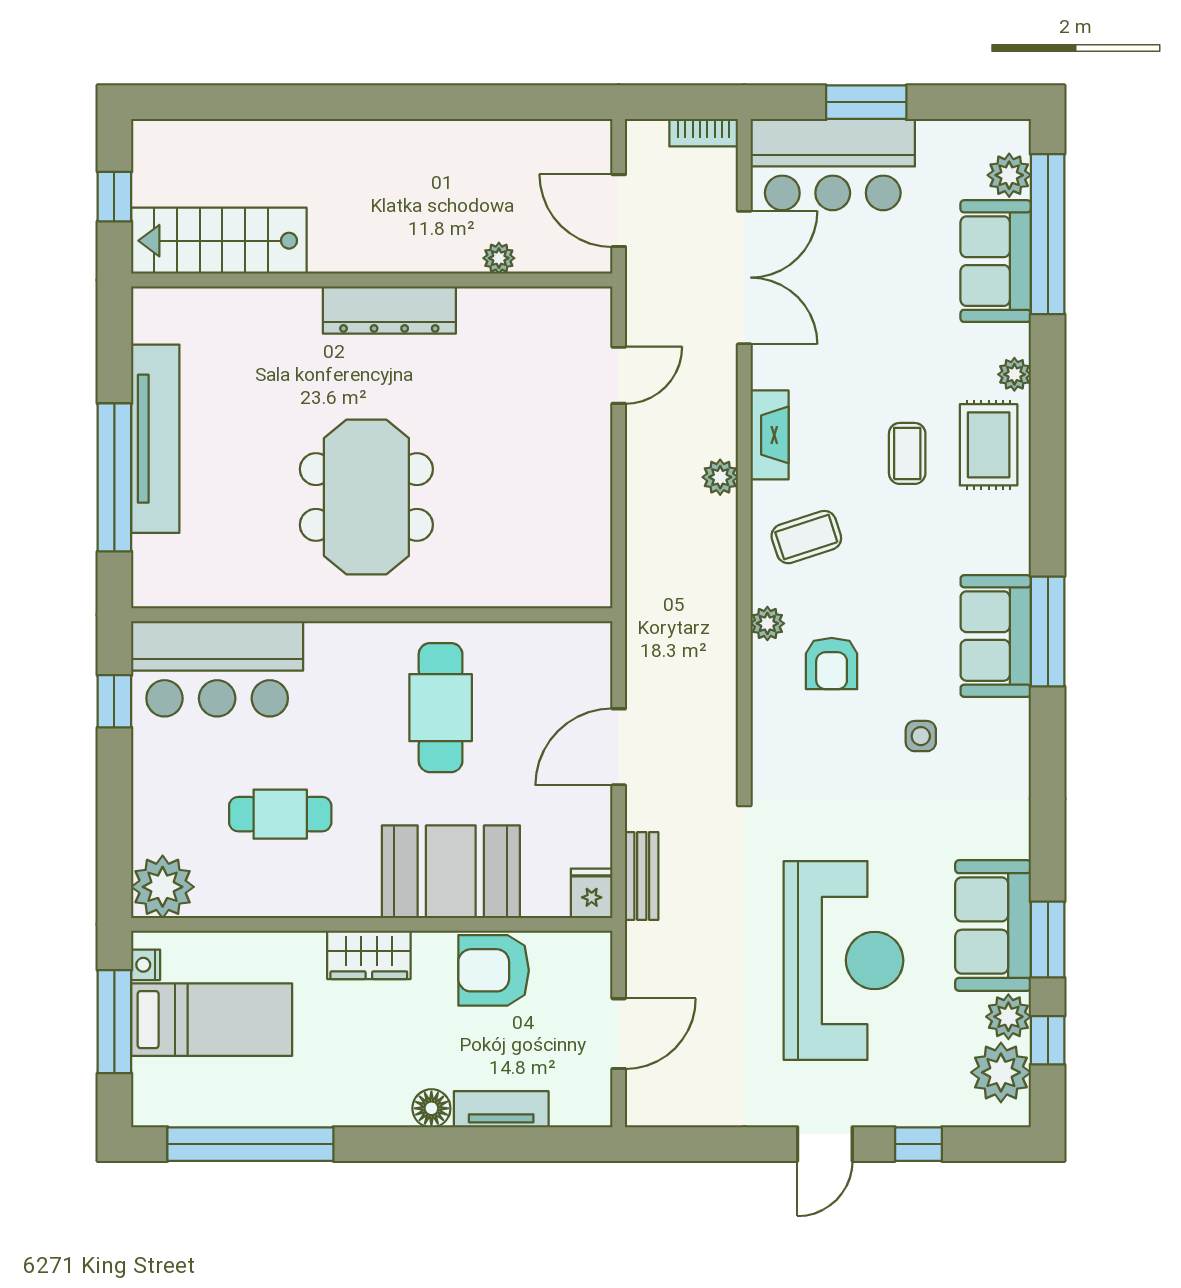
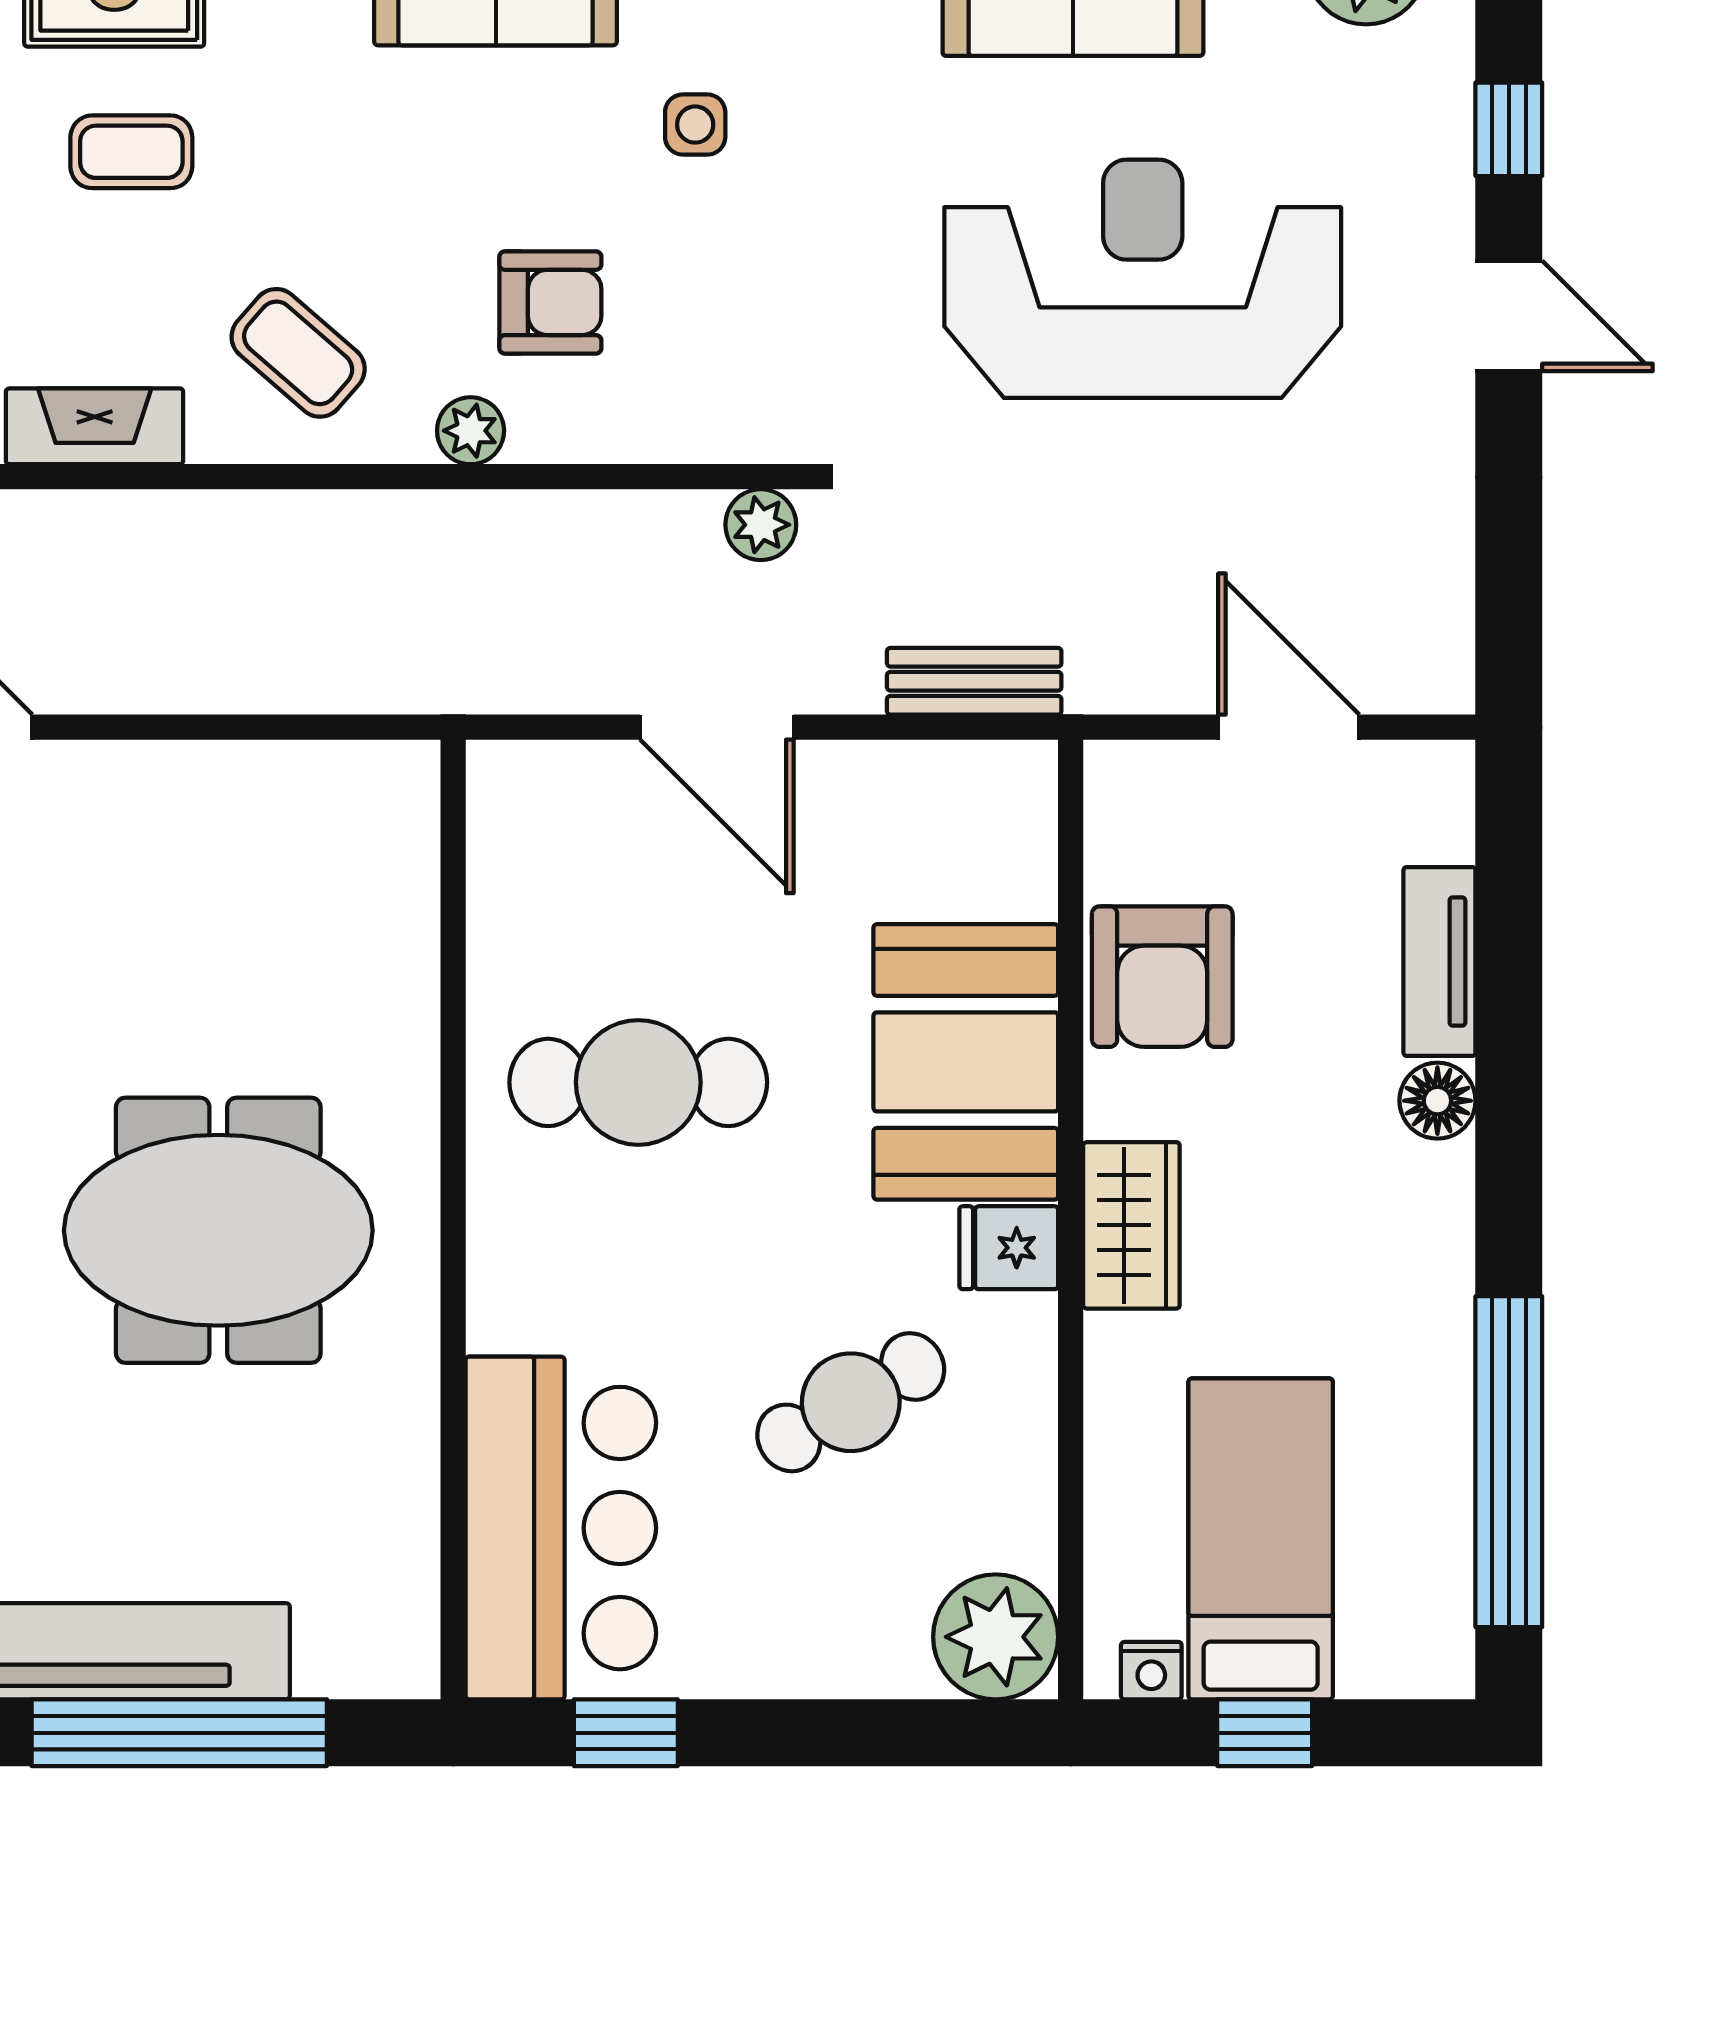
plant: (720, 477) -> (761, 525), moved
coffee table: (806, 537) -> (298, 353), turned -31
cafe table: (280, 814) -> (851, 1402), turned 60
fridge: (592, 893) -> (1009, 1248), moved
window: (114, 1022) -> (1265, 1733), width x0.46

